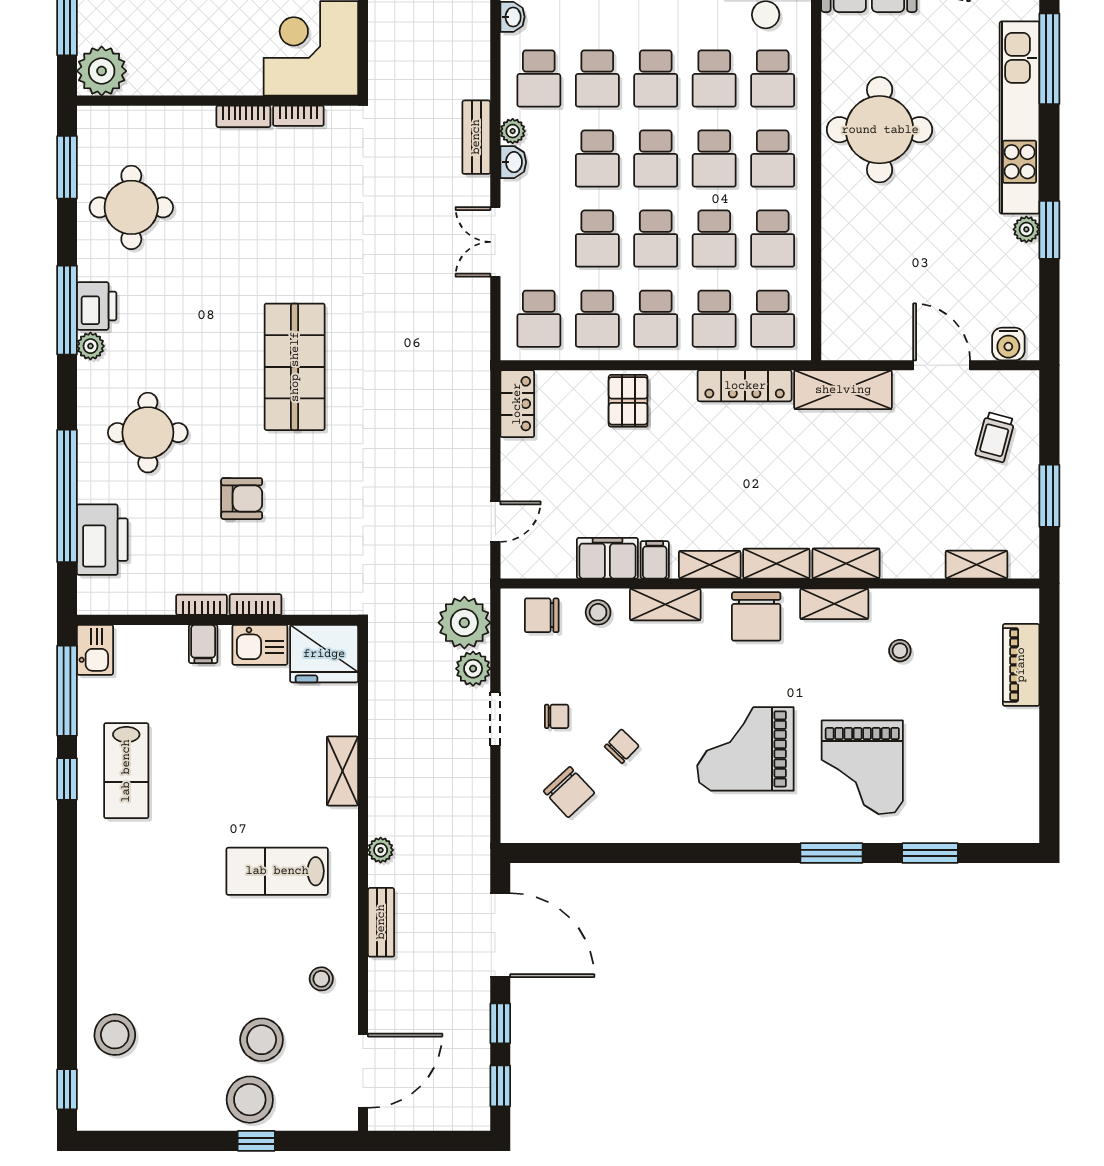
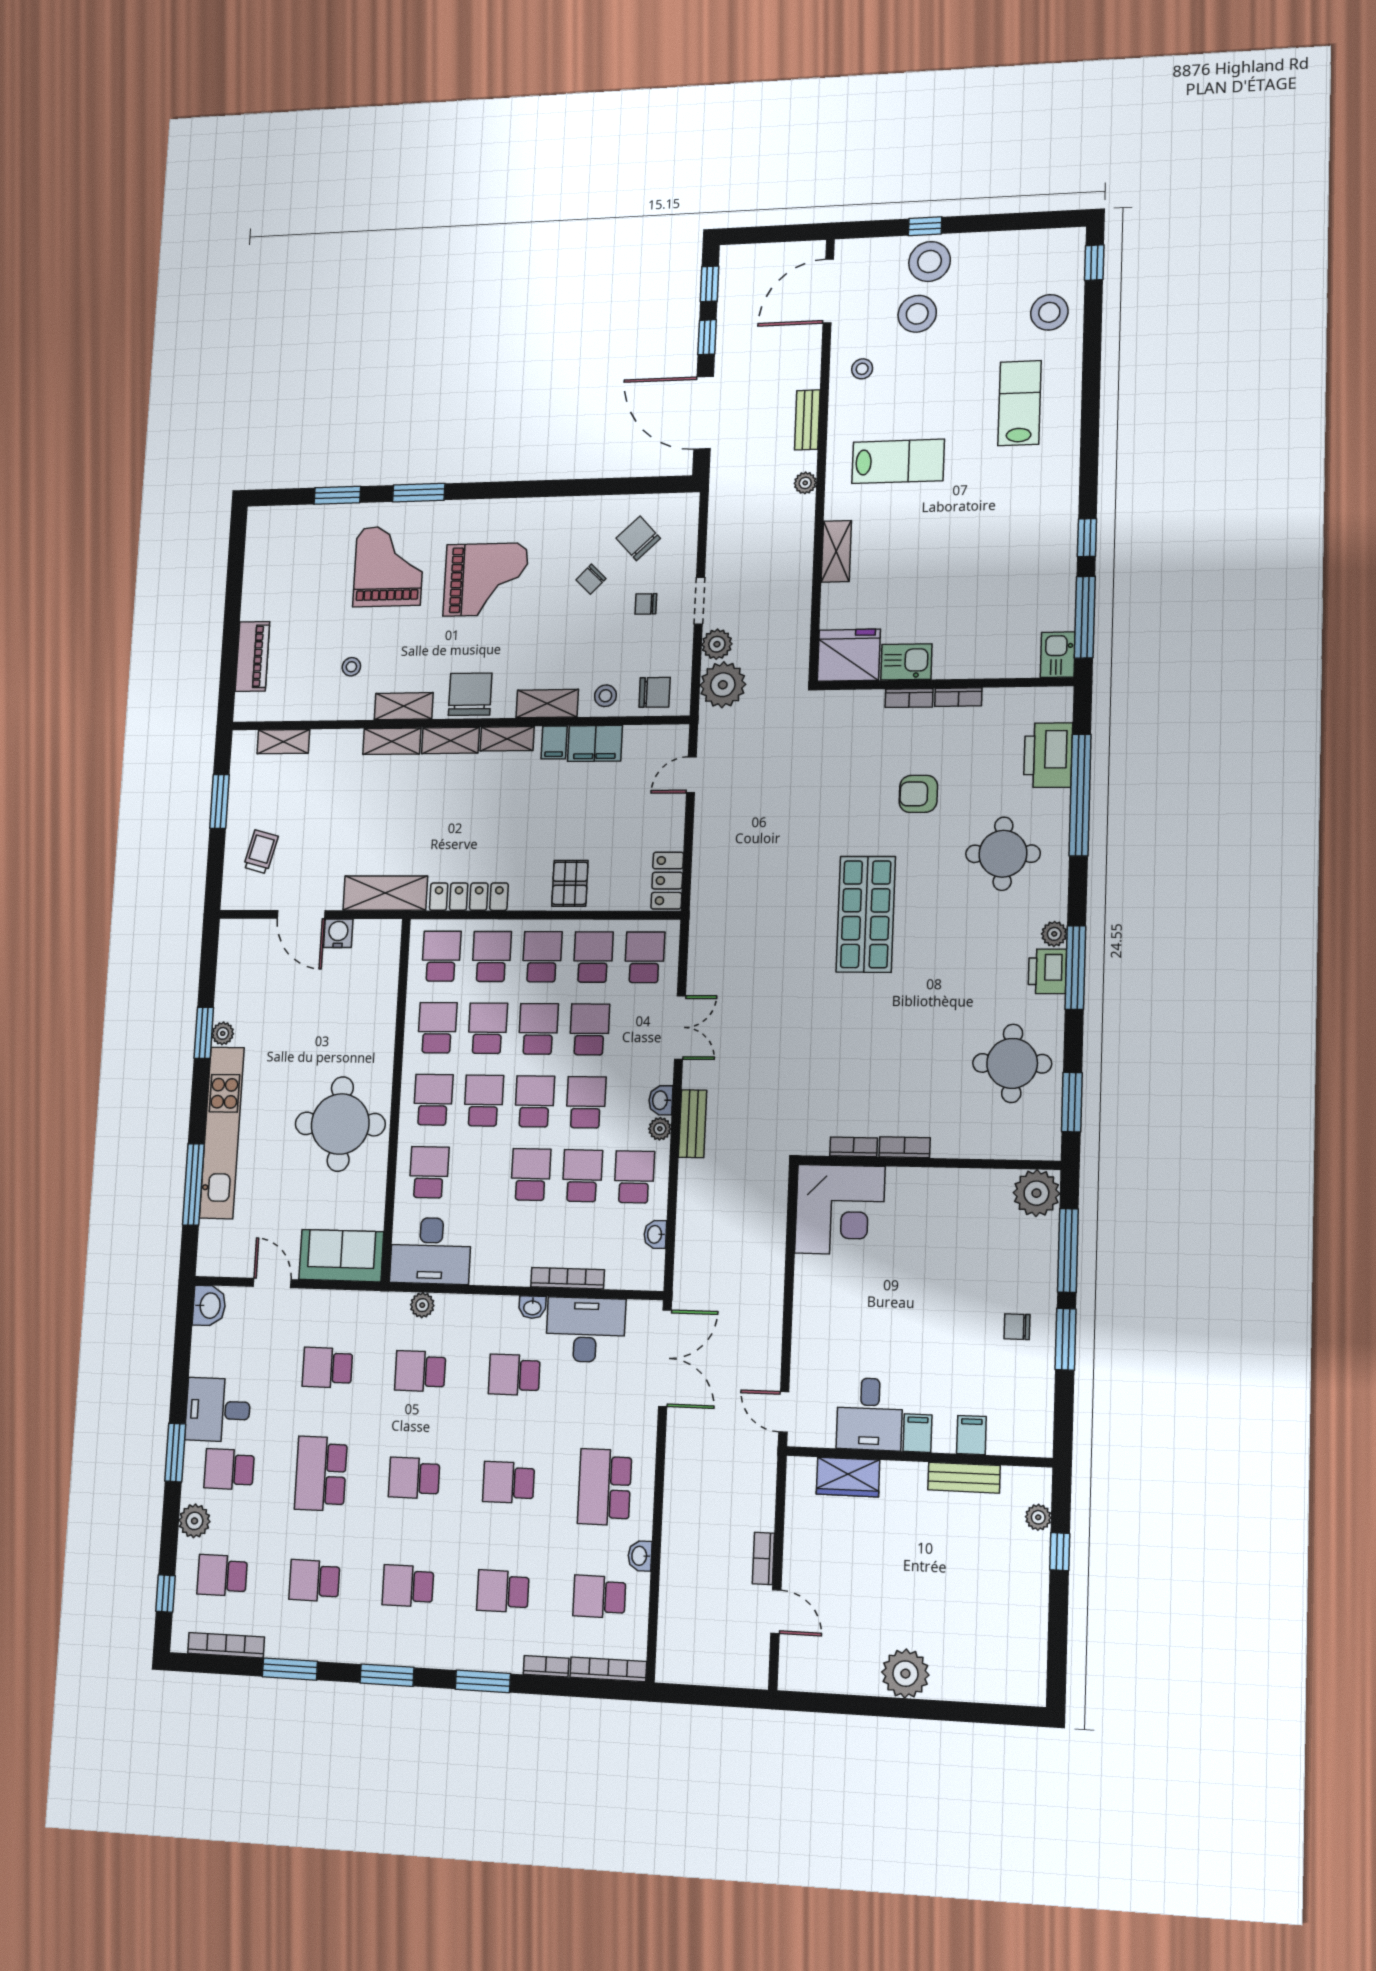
school desk: (714, 78) -> (480, 1173), removed
water cooler: (1008, 344) -> (338, 933), moved
filing cabinet: (203, 644) -> (958, 662), removed
lab bench: (126, 771) -> (1020, 403), moved

